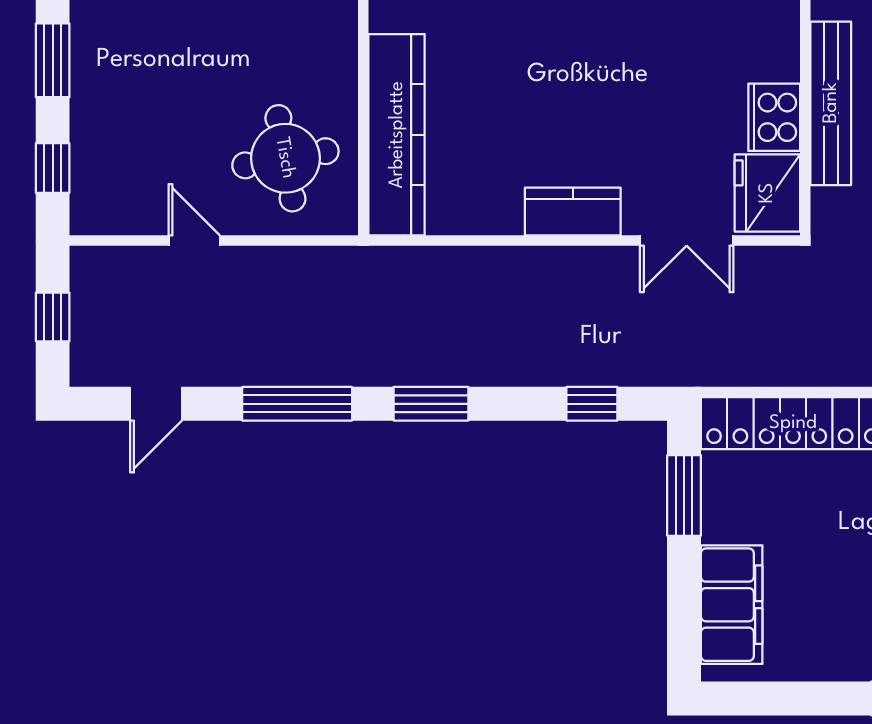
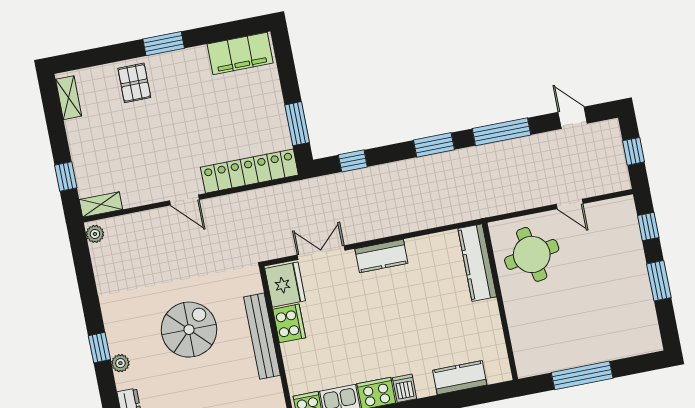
kitchen counter: (397, 135) -> (477, 263), width x0.72, depth x0.86
door: (156, 404) -> (573, 118), hinge flipped
filing cabinet: (732, 605) -> (240, 54), moved, turned -90

